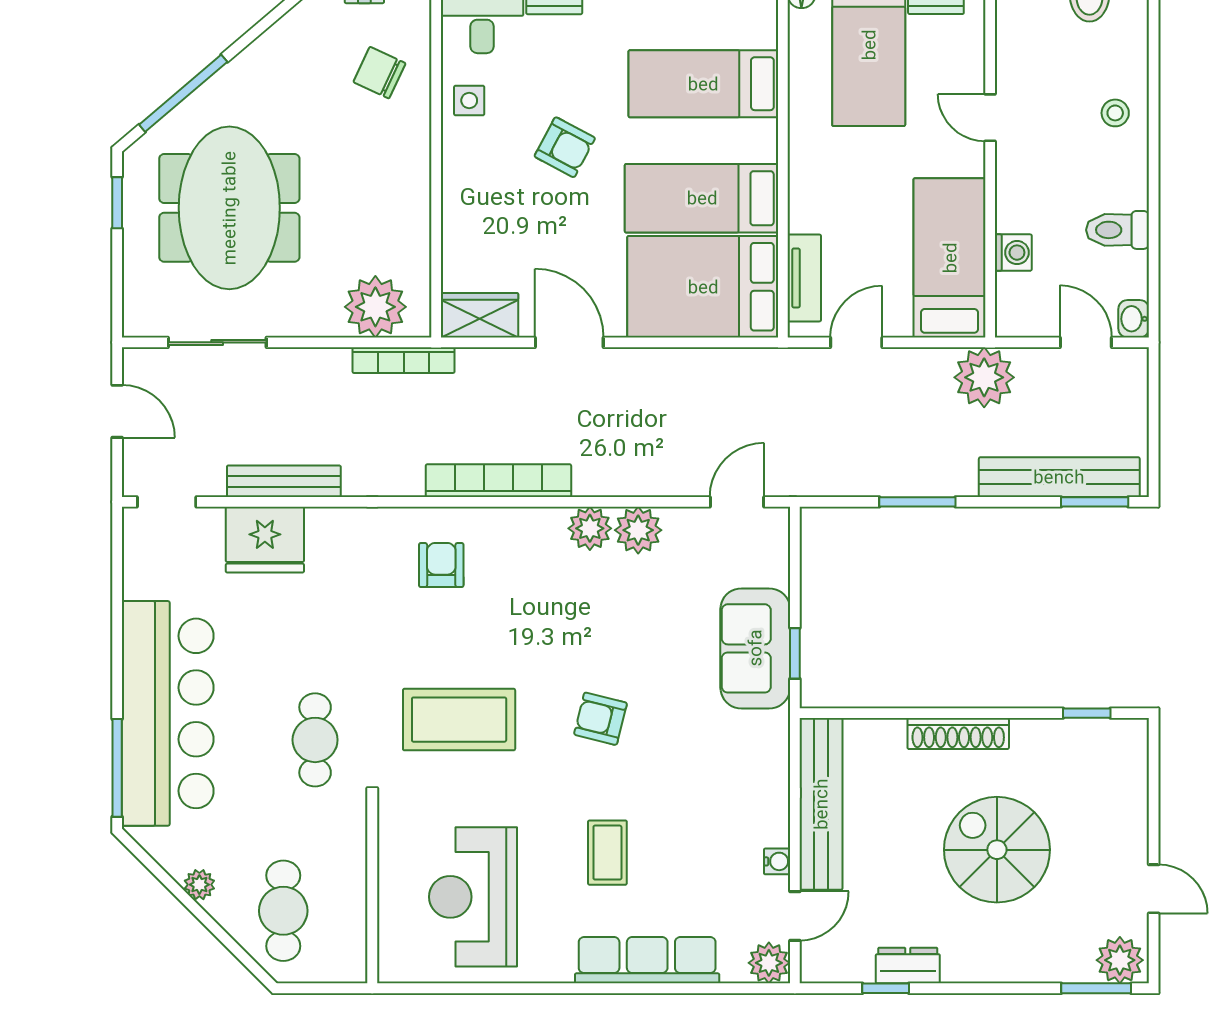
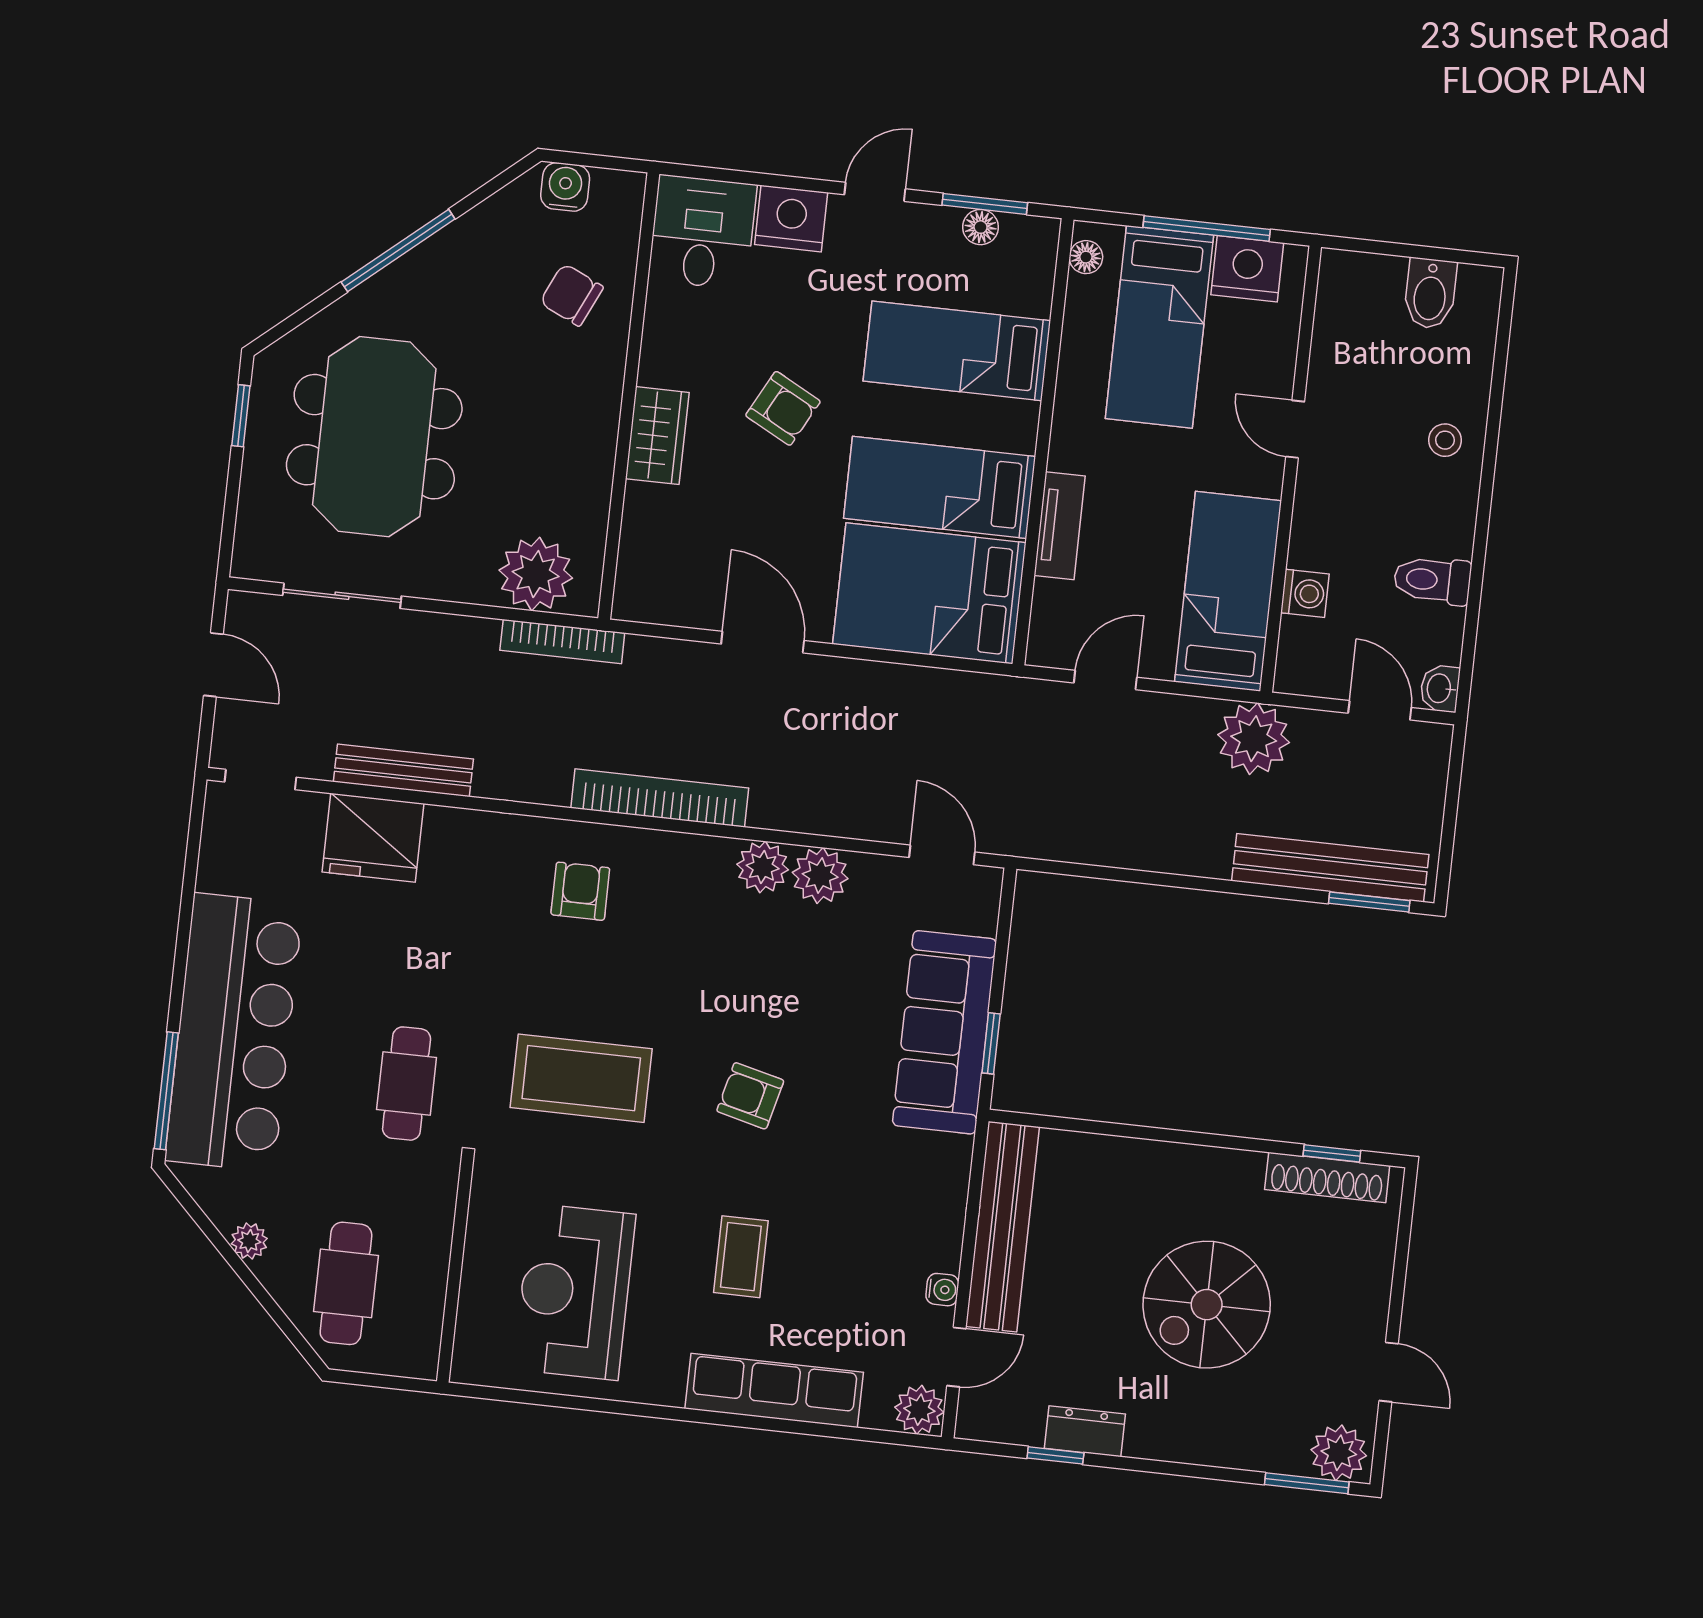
window: (183, 93) -> (398, 250), moved
side table: (469, 101) -> (675, 340), removed
tv unit: (804, 278) -> (1060, 526), moved
wardrobe: (479, 315) -> (657, 436), moved, turned 90
door: (737, 502) -> (942, 855), hinge flipped
window: (917, 502) -> (1157, 879), removed
sofa: (755, 648) -> (944, 1032), width x1.36
shoe rack: (958, 734) -> (1327, 1178), moved
spiral stairs: (997, 850) -> (1207, 1305), turned -90

